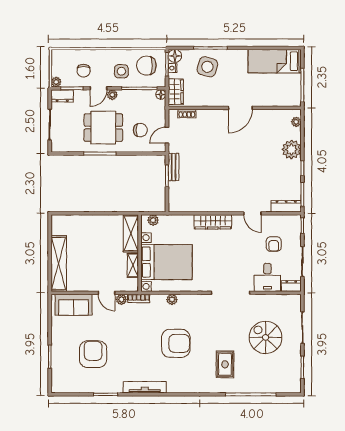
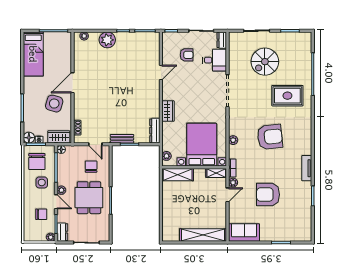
side table: (207, 67) -> (54, 104), moved
door: (240, 108) -> (72, 83), swing flipped
dresser: (286, 206) -> (155, 131), moved
wardrobe: (213, 222) -> (168, 111), width x0.67
shelving: (133, 265) -> (216, 173), moved
sofa: (74, 305) -> (244, 233), moved, turned -90
armchair: (176, 343) -> (270, 137), turned 84
armchair: (93, 354) -> (268, 195), moved
rug: (225, 364) -> (287, 96), width x1.36, depth x1.43
tv unit: (145, 387) -> (307, 168), width x0.71

